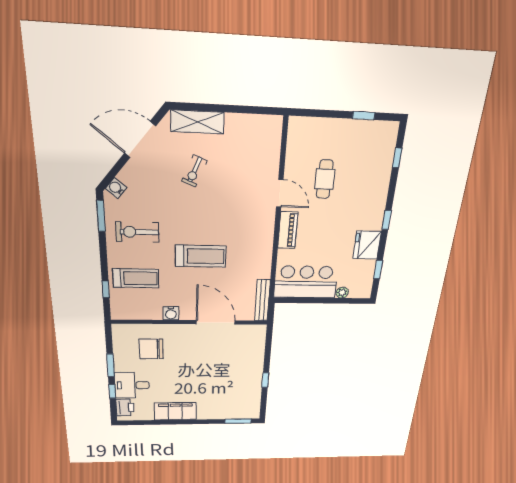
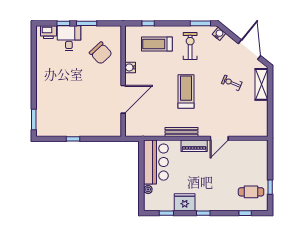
cafe table: (325, 179) -> (251, 192), moved
treadmill: (201, 256) -> (186, 91), moved, turned 180
treadmill: (136, 278) -> (157, 44), turned 90
bench: (262, 300) -> (182, 132), moved
chair: (151, 349) -> (101, 53), turned 137
filing cabinet: (175, 411) -> (44, 70), removed

